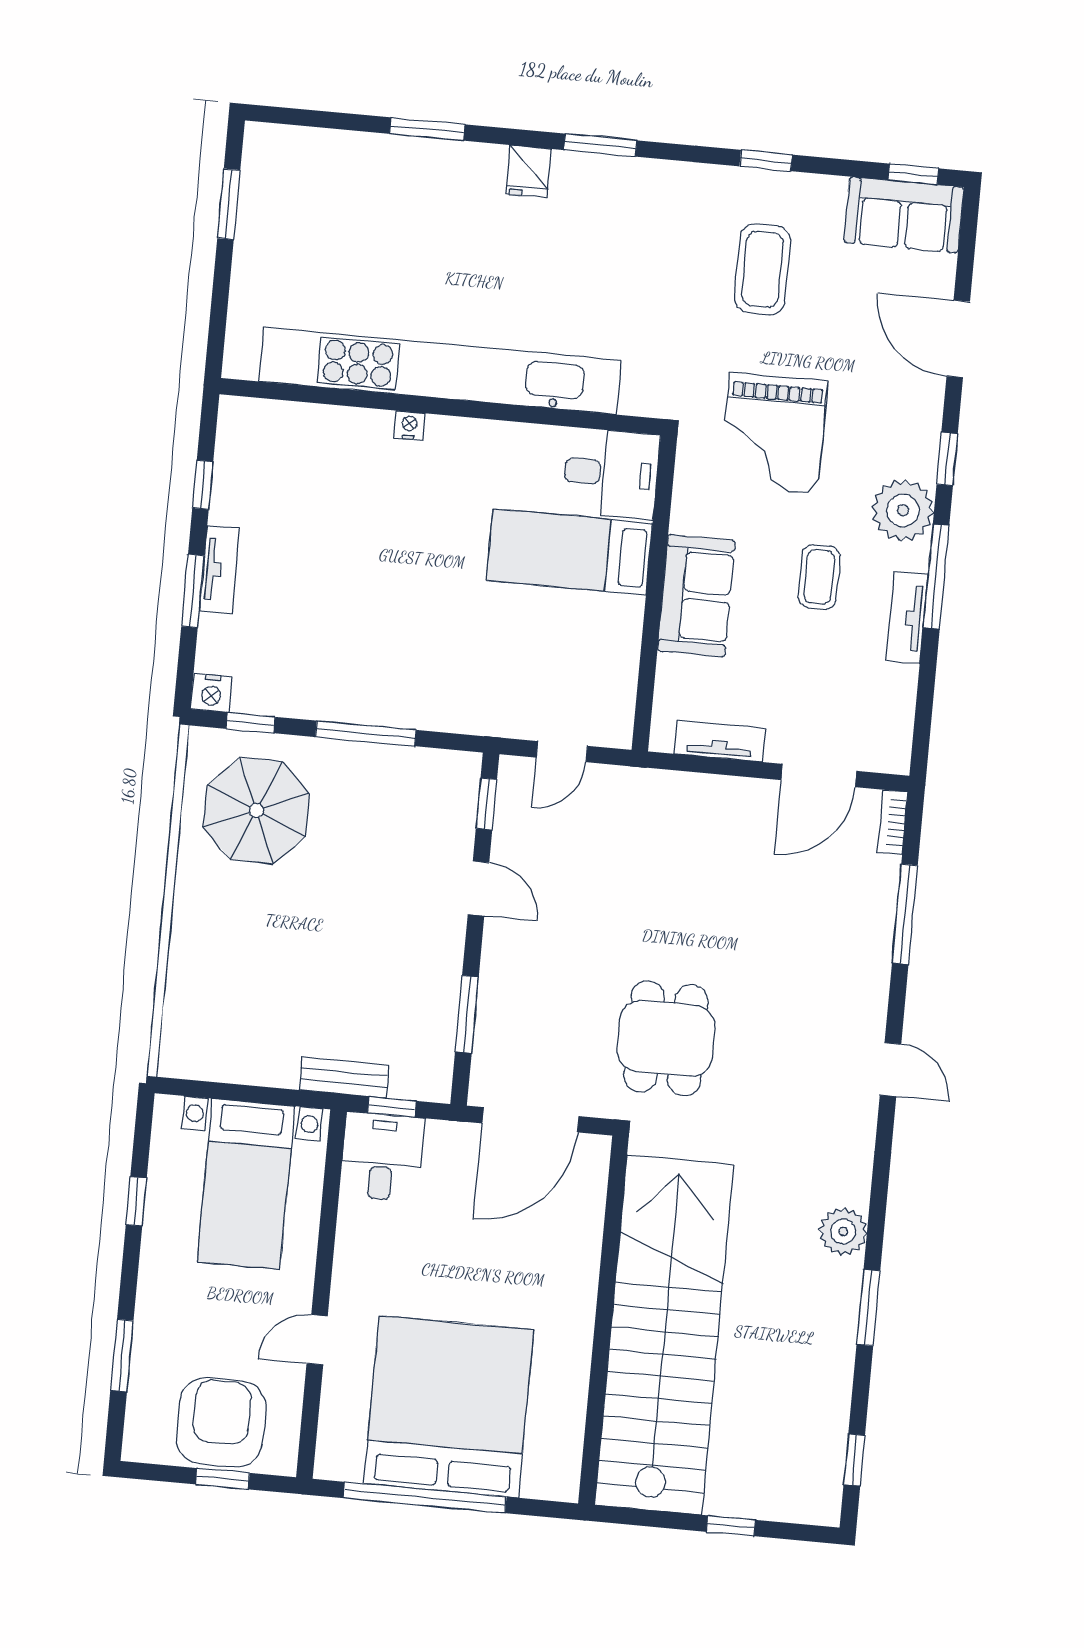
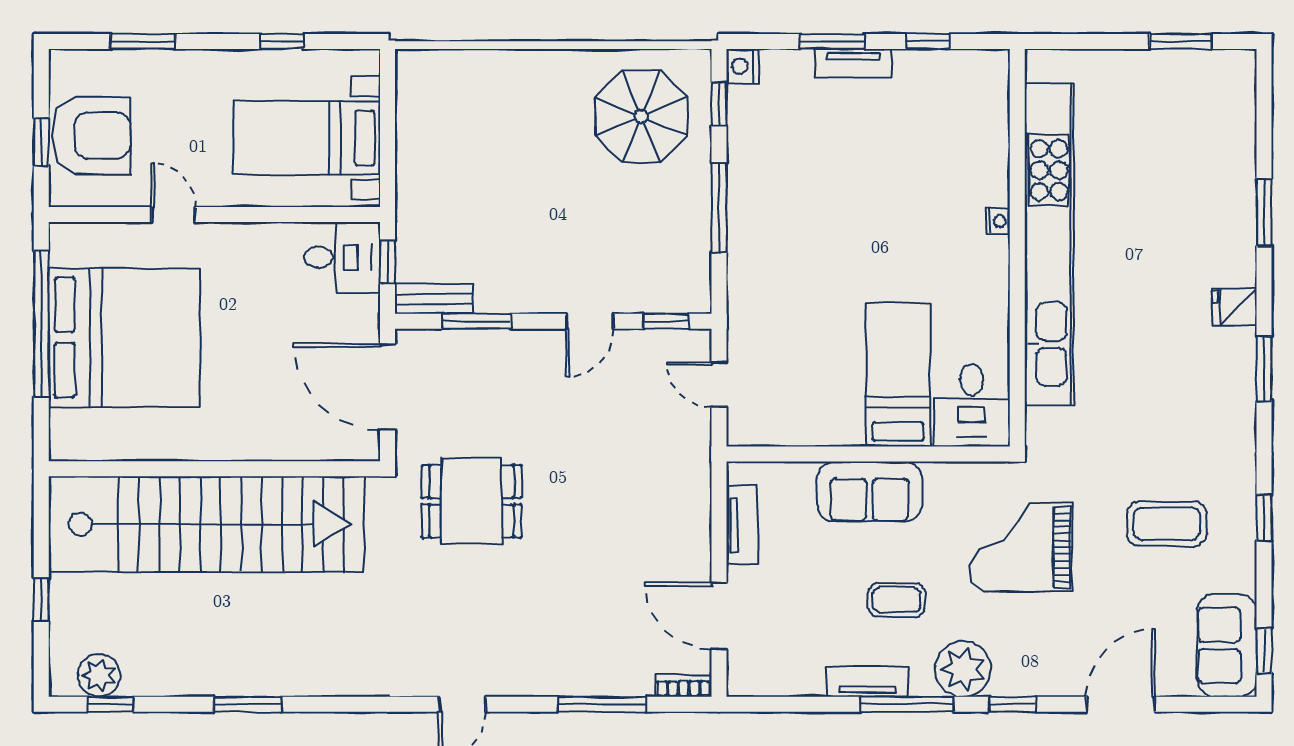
bench: (344, 1077) -> (434, 299), moved, turned 90
plant: (843, 1231) -> (99, 676), moved

